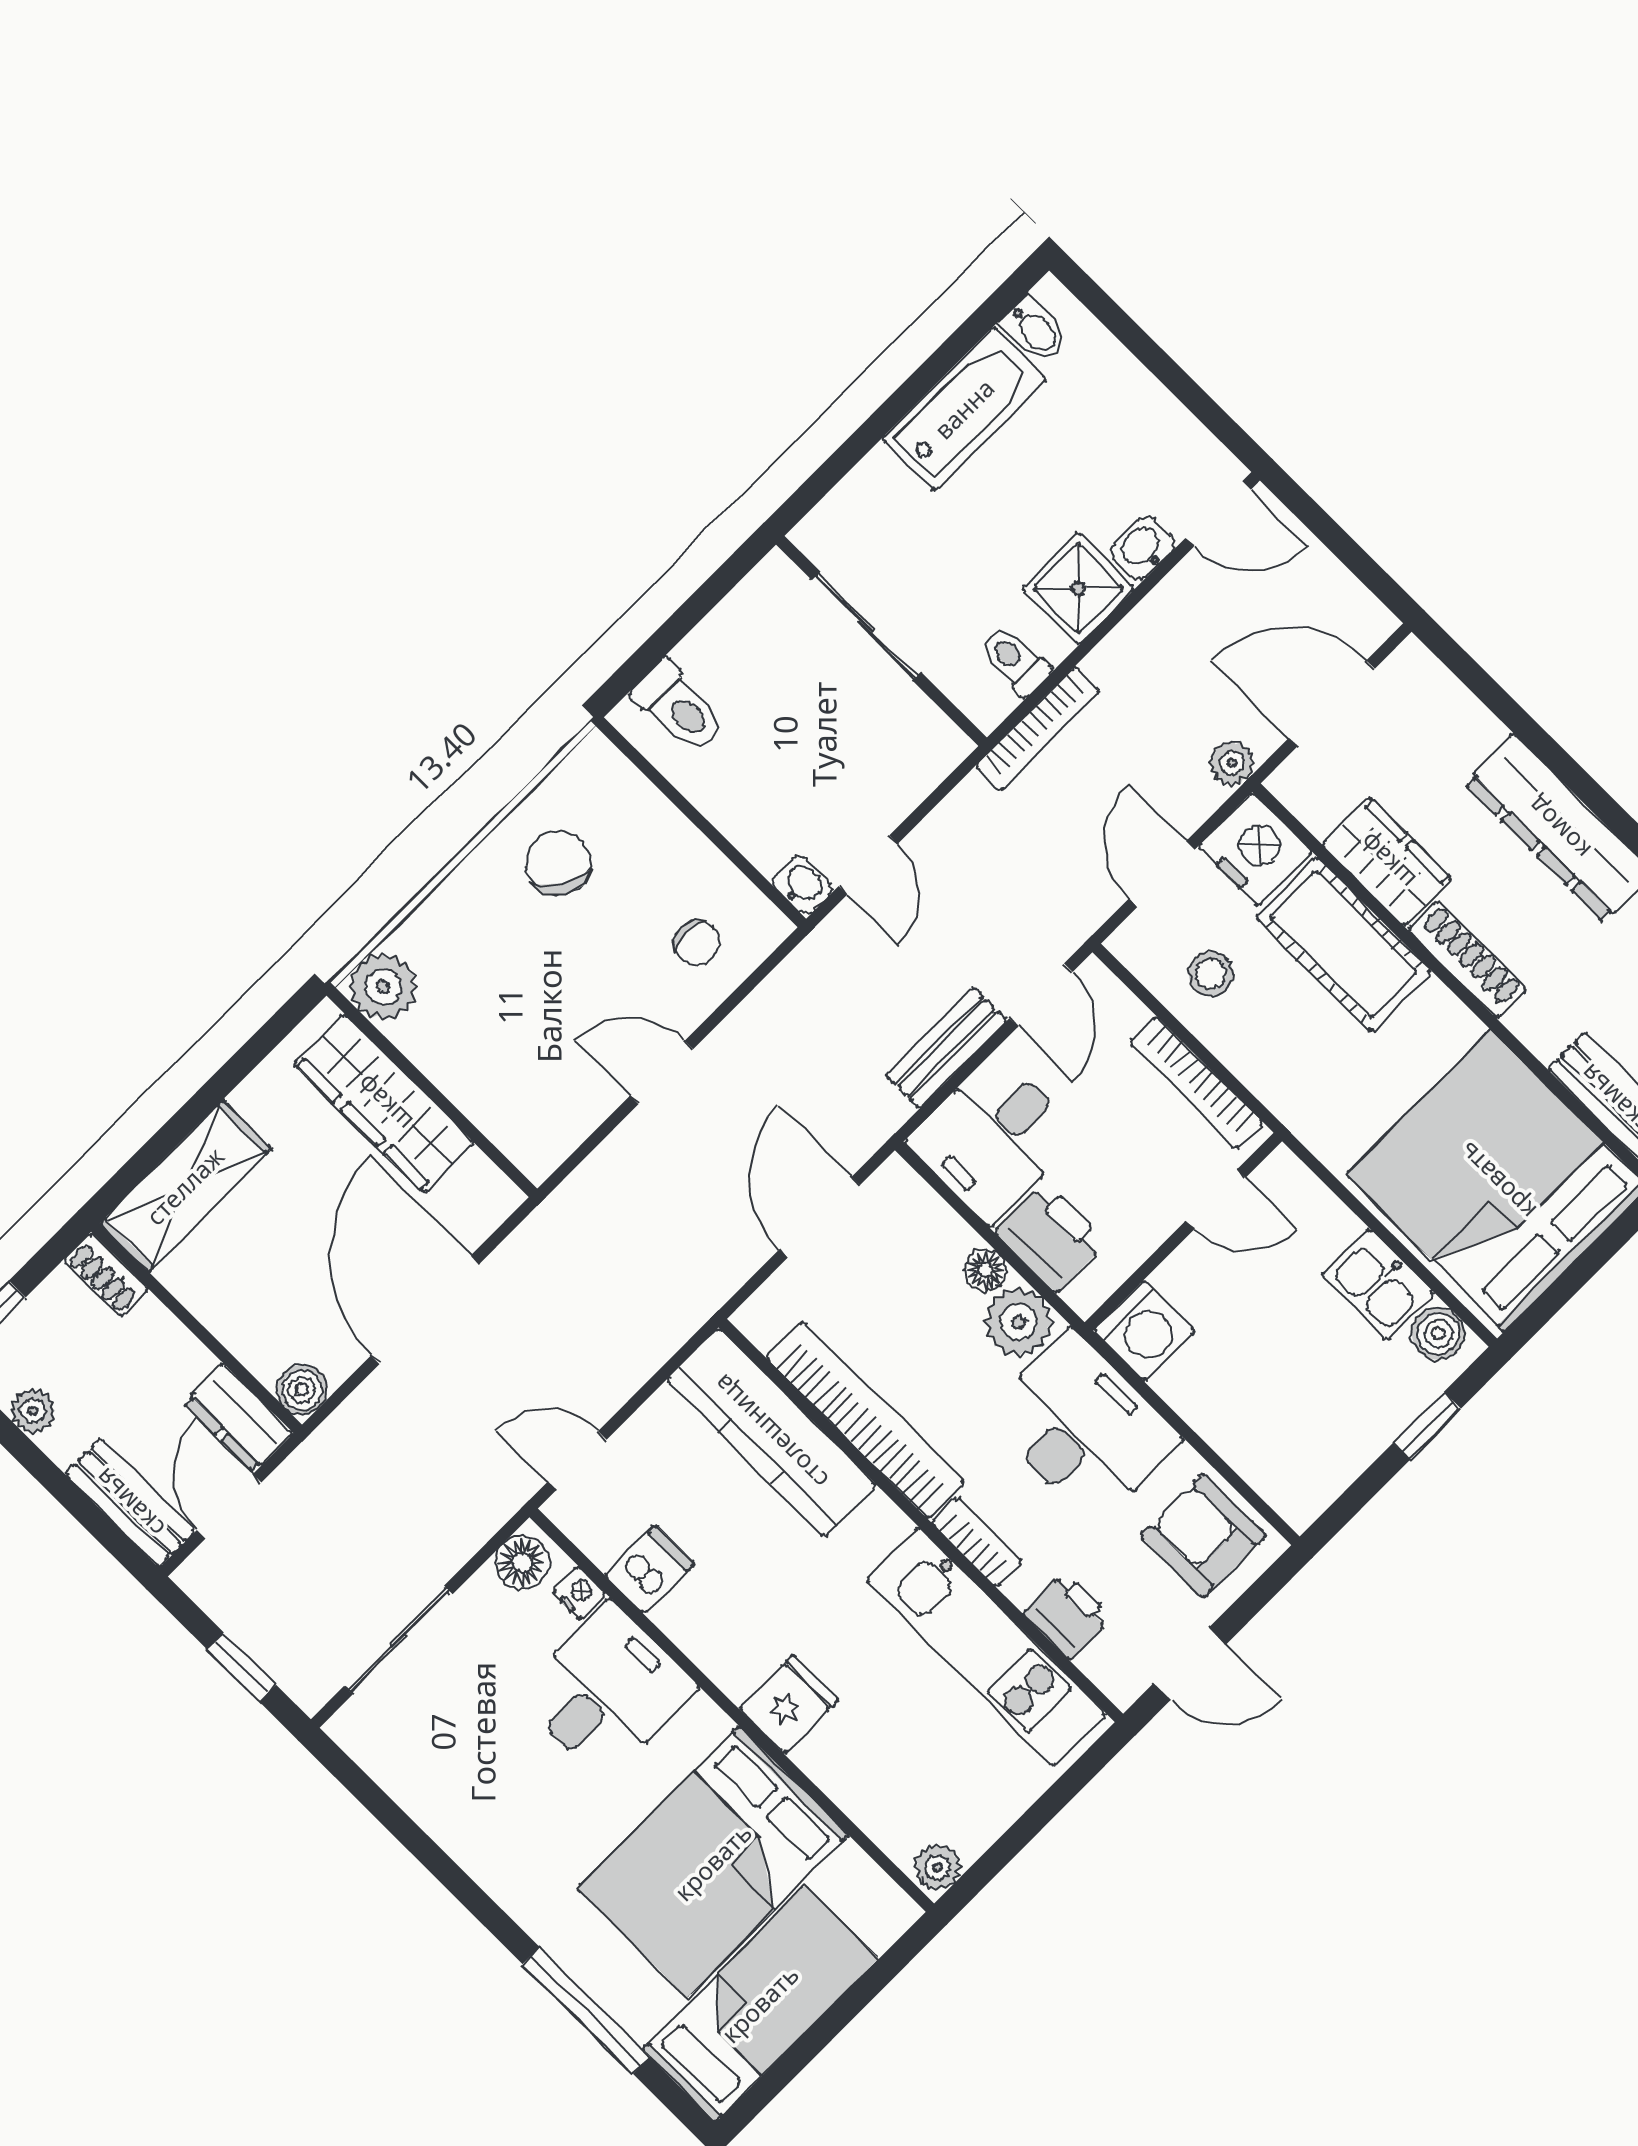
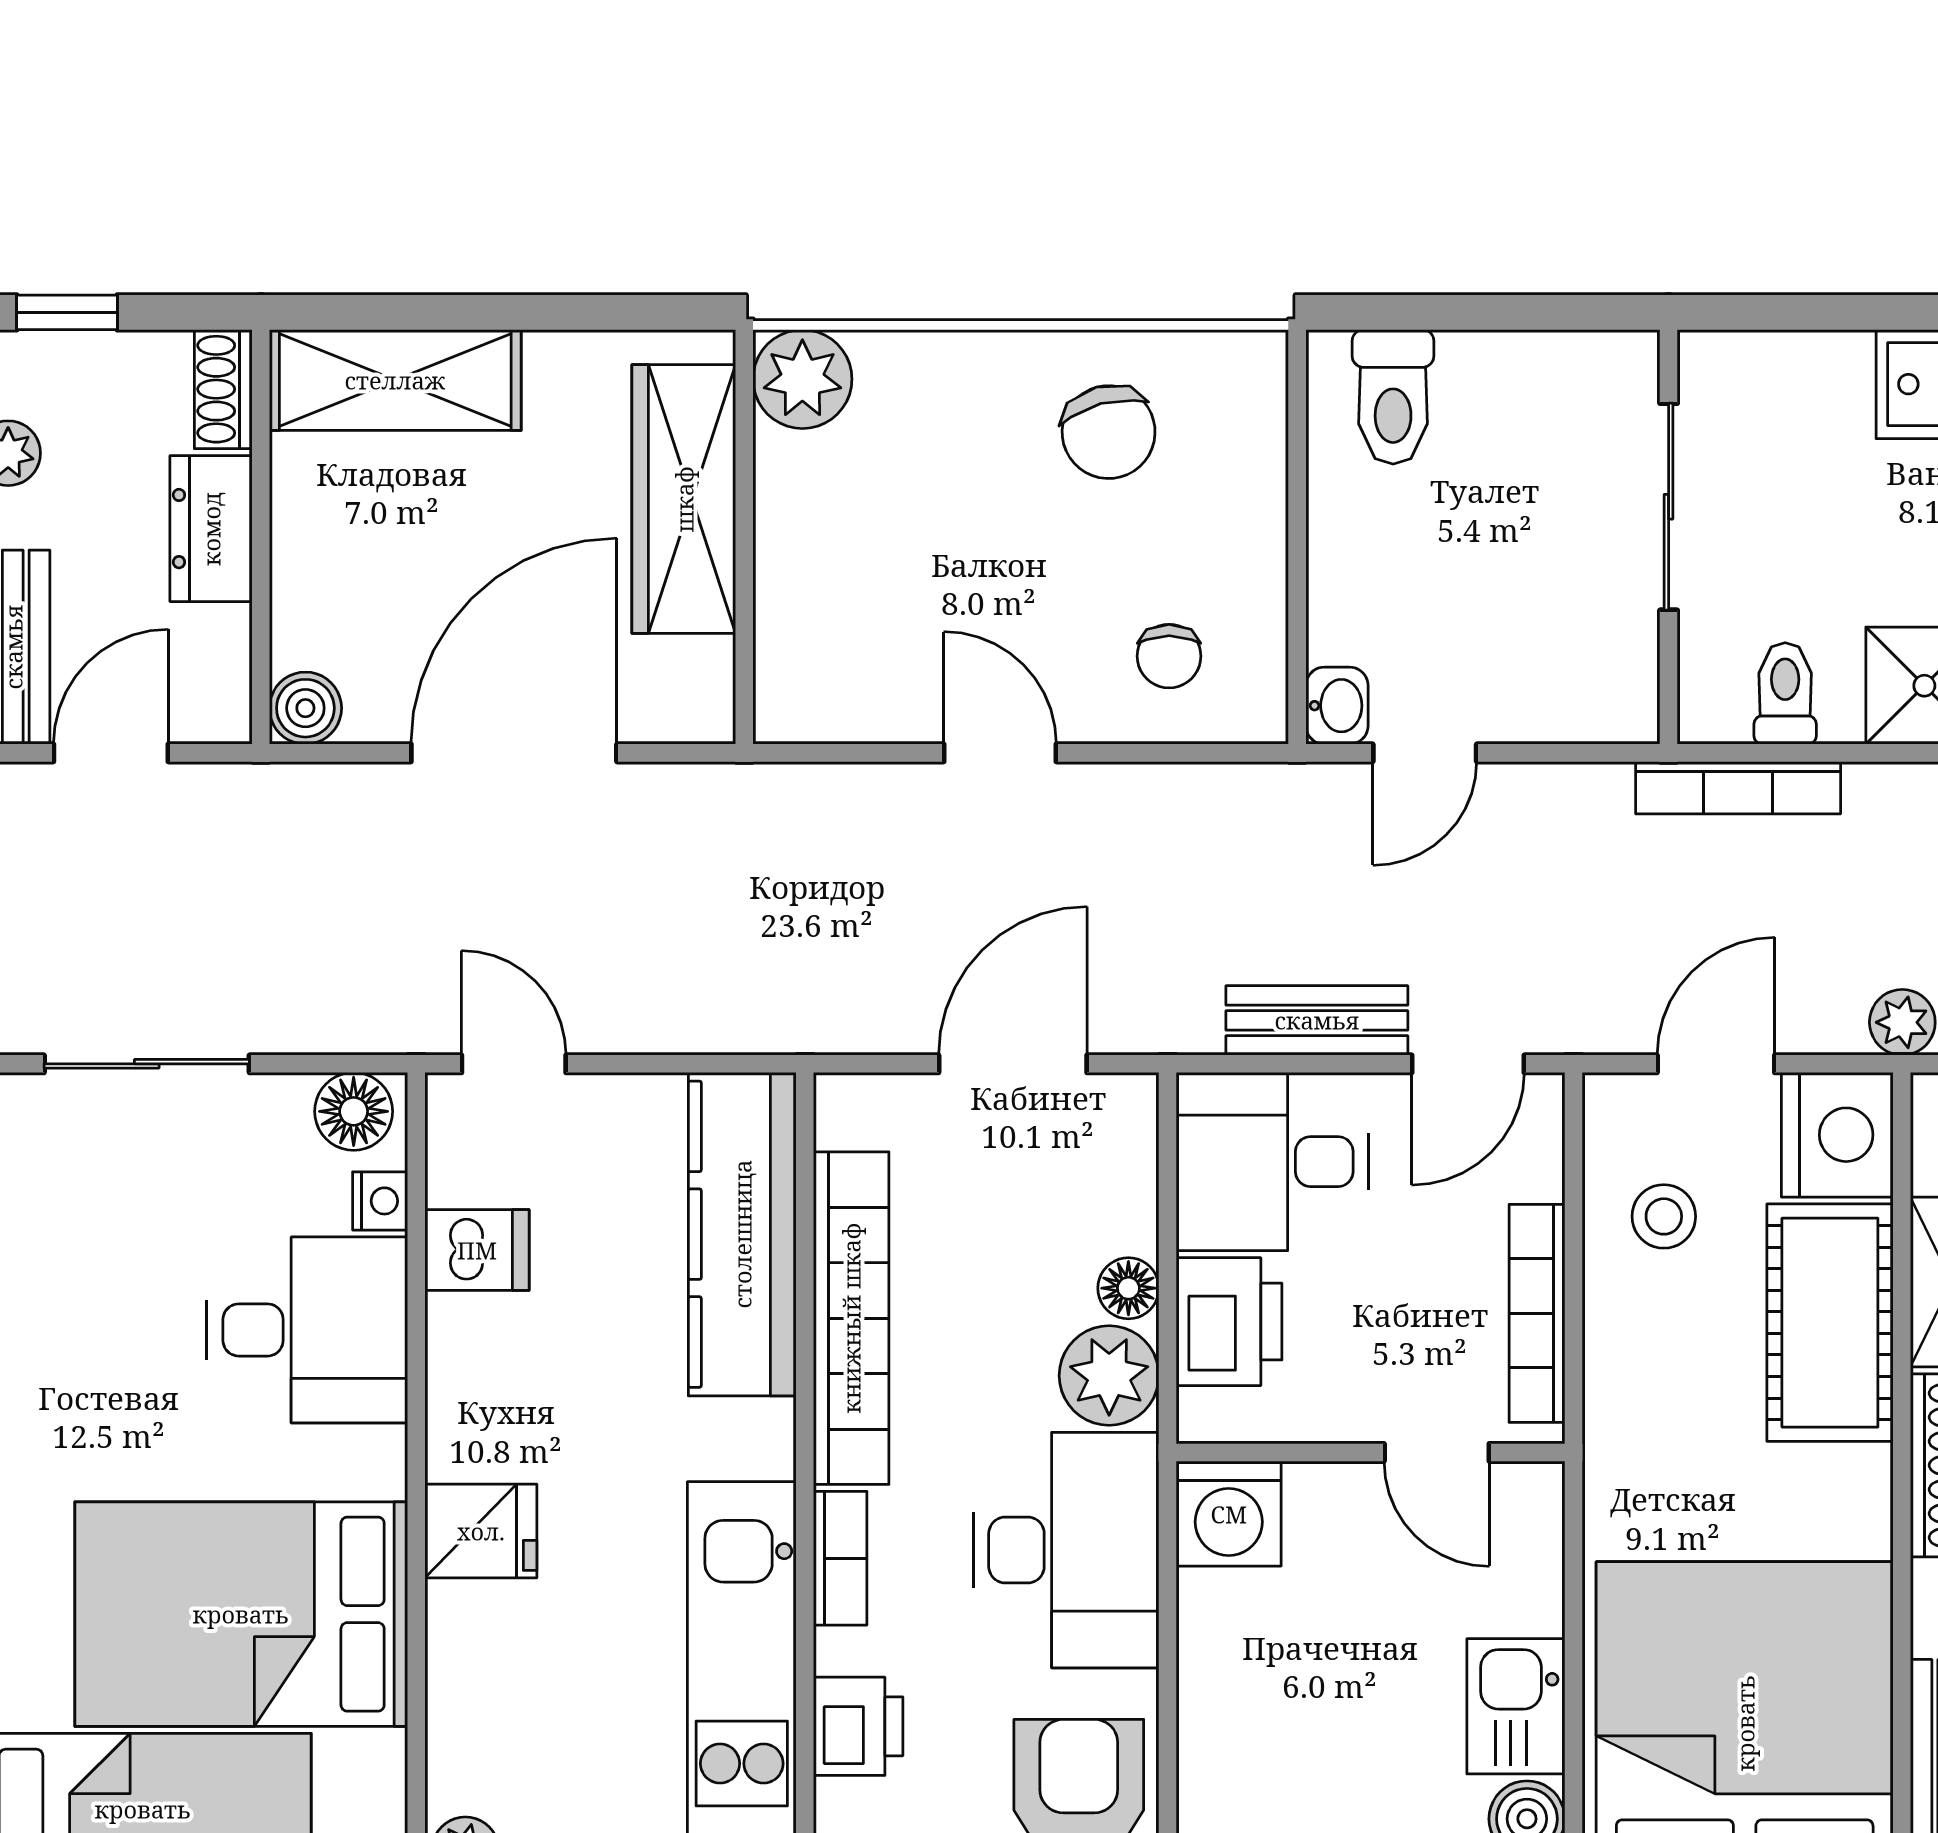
chair: (558, 863) -> (1109, 432), turned 133
dresser: (238, 1418) -> (211, 529), moved

